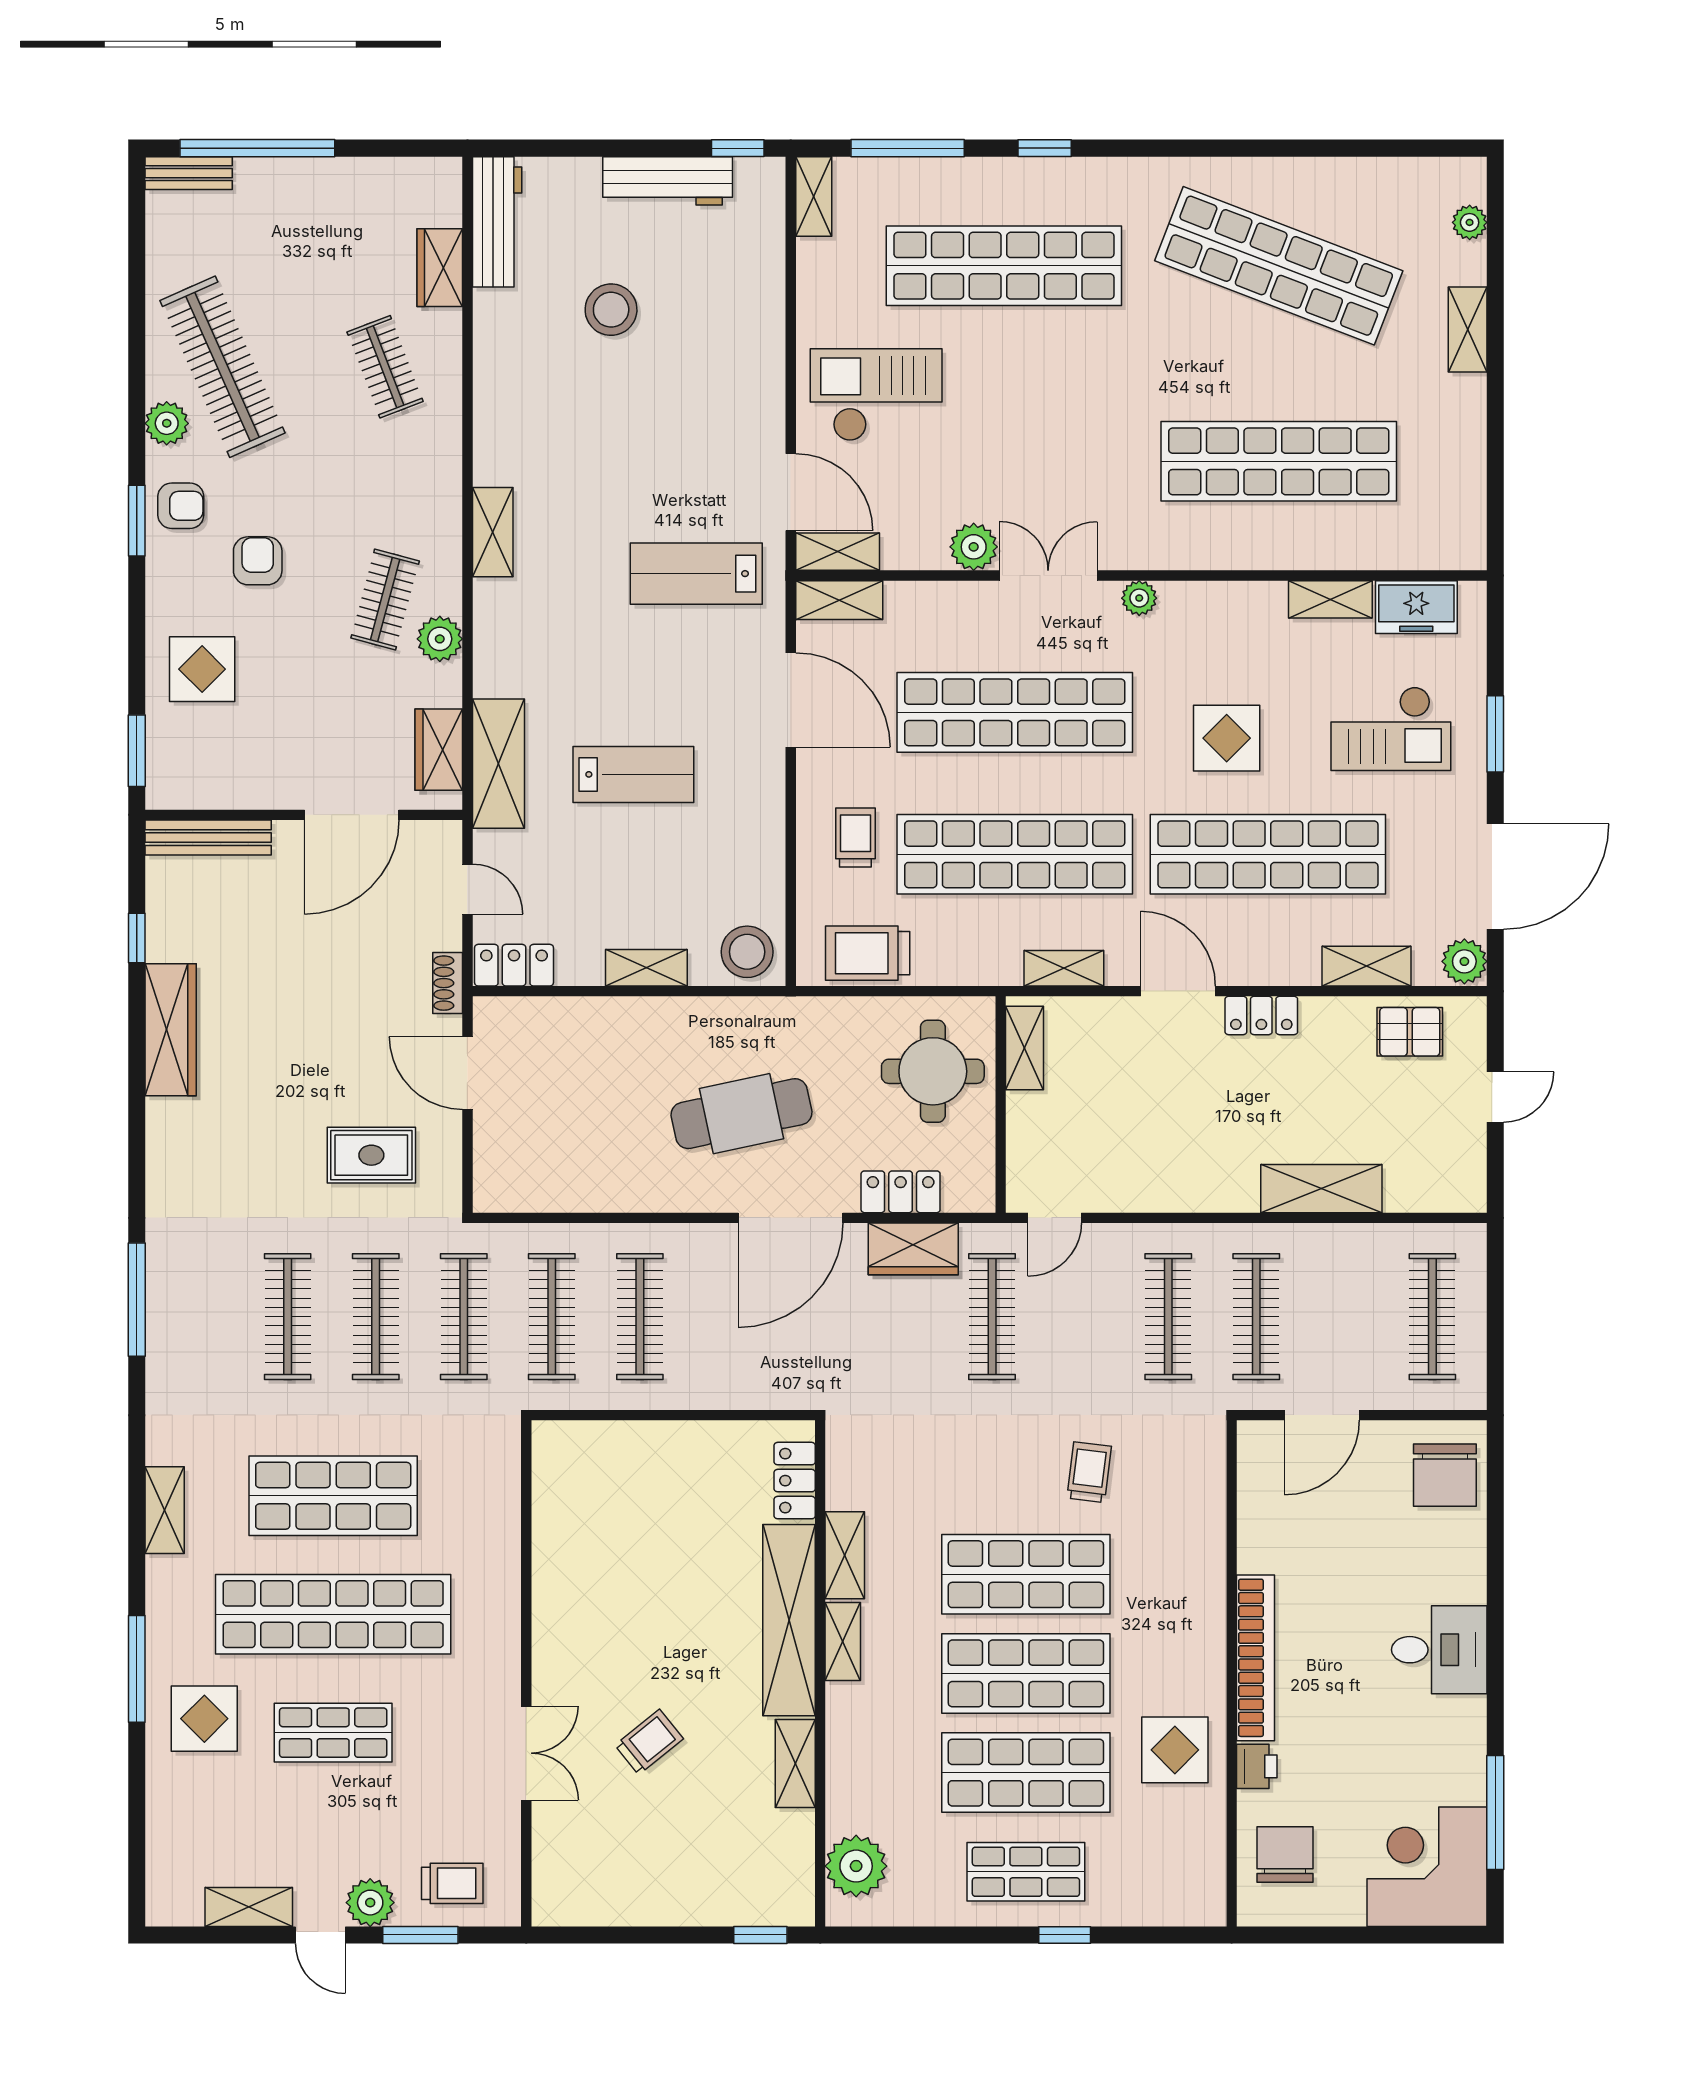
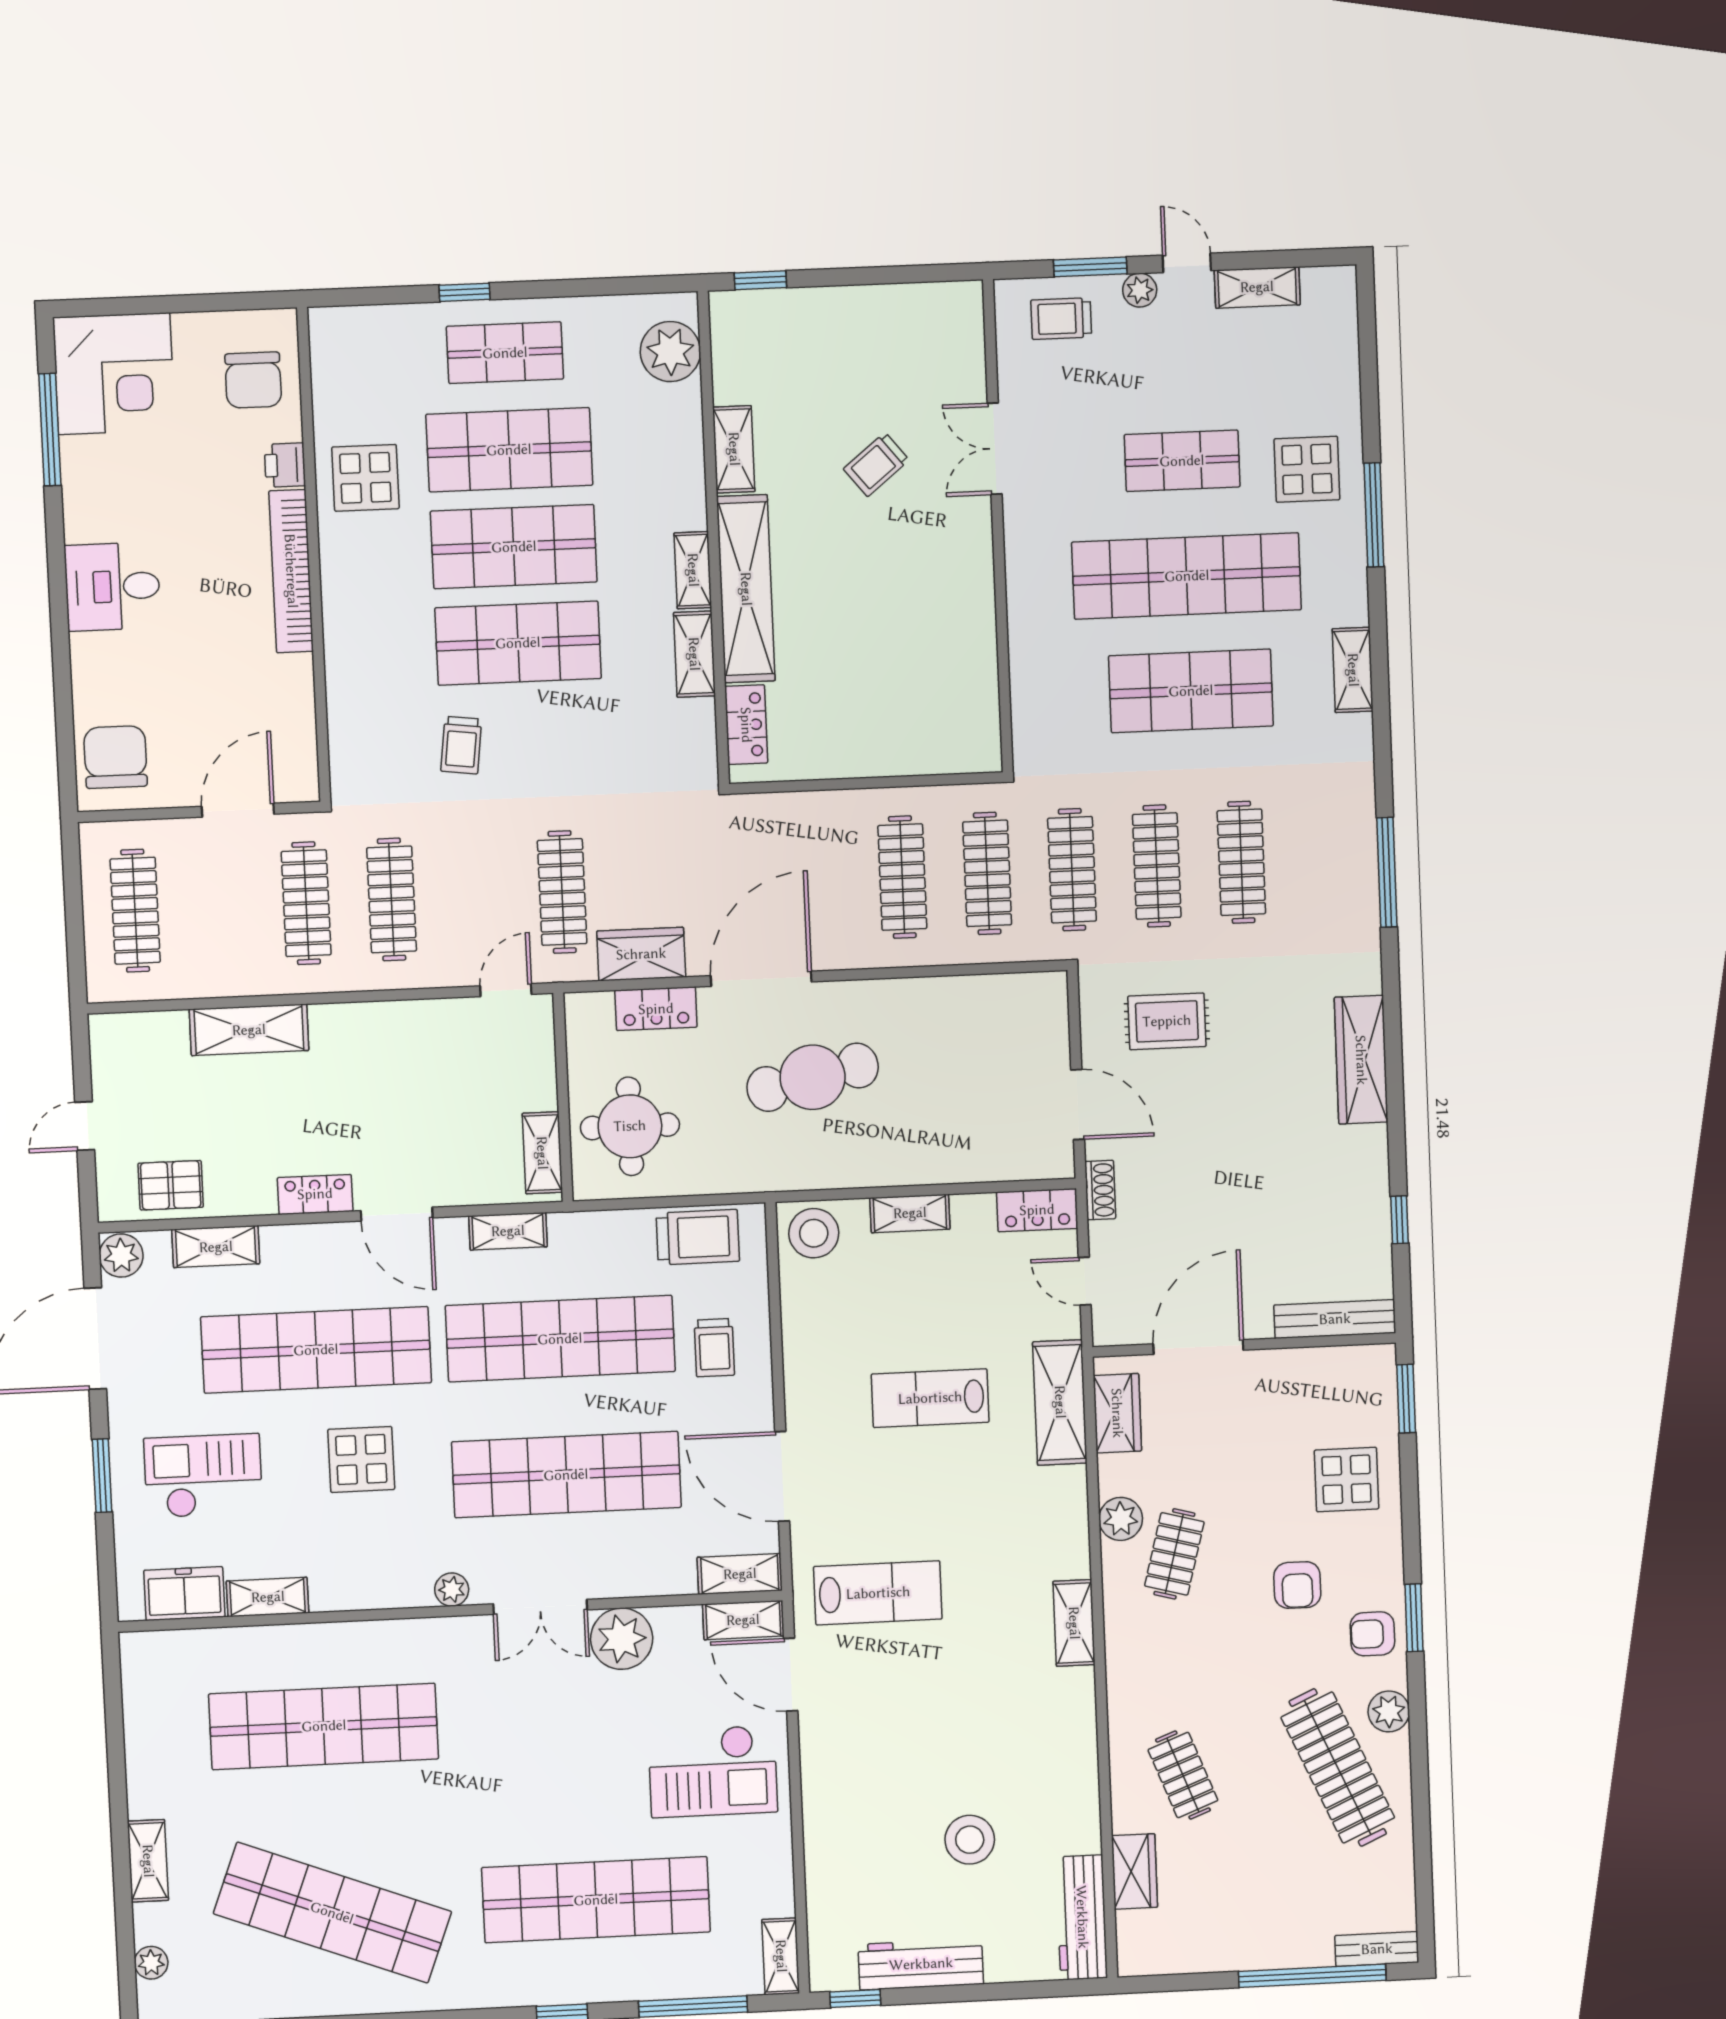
plant: (974, 547) -> (622, 1639), width x1.36, depth x1.36
wardrobe: (171, 1030) -> (1361, 1060), moved
plant: (370, 1903) -> (1140, 290), width x0.73, depth x0.73

